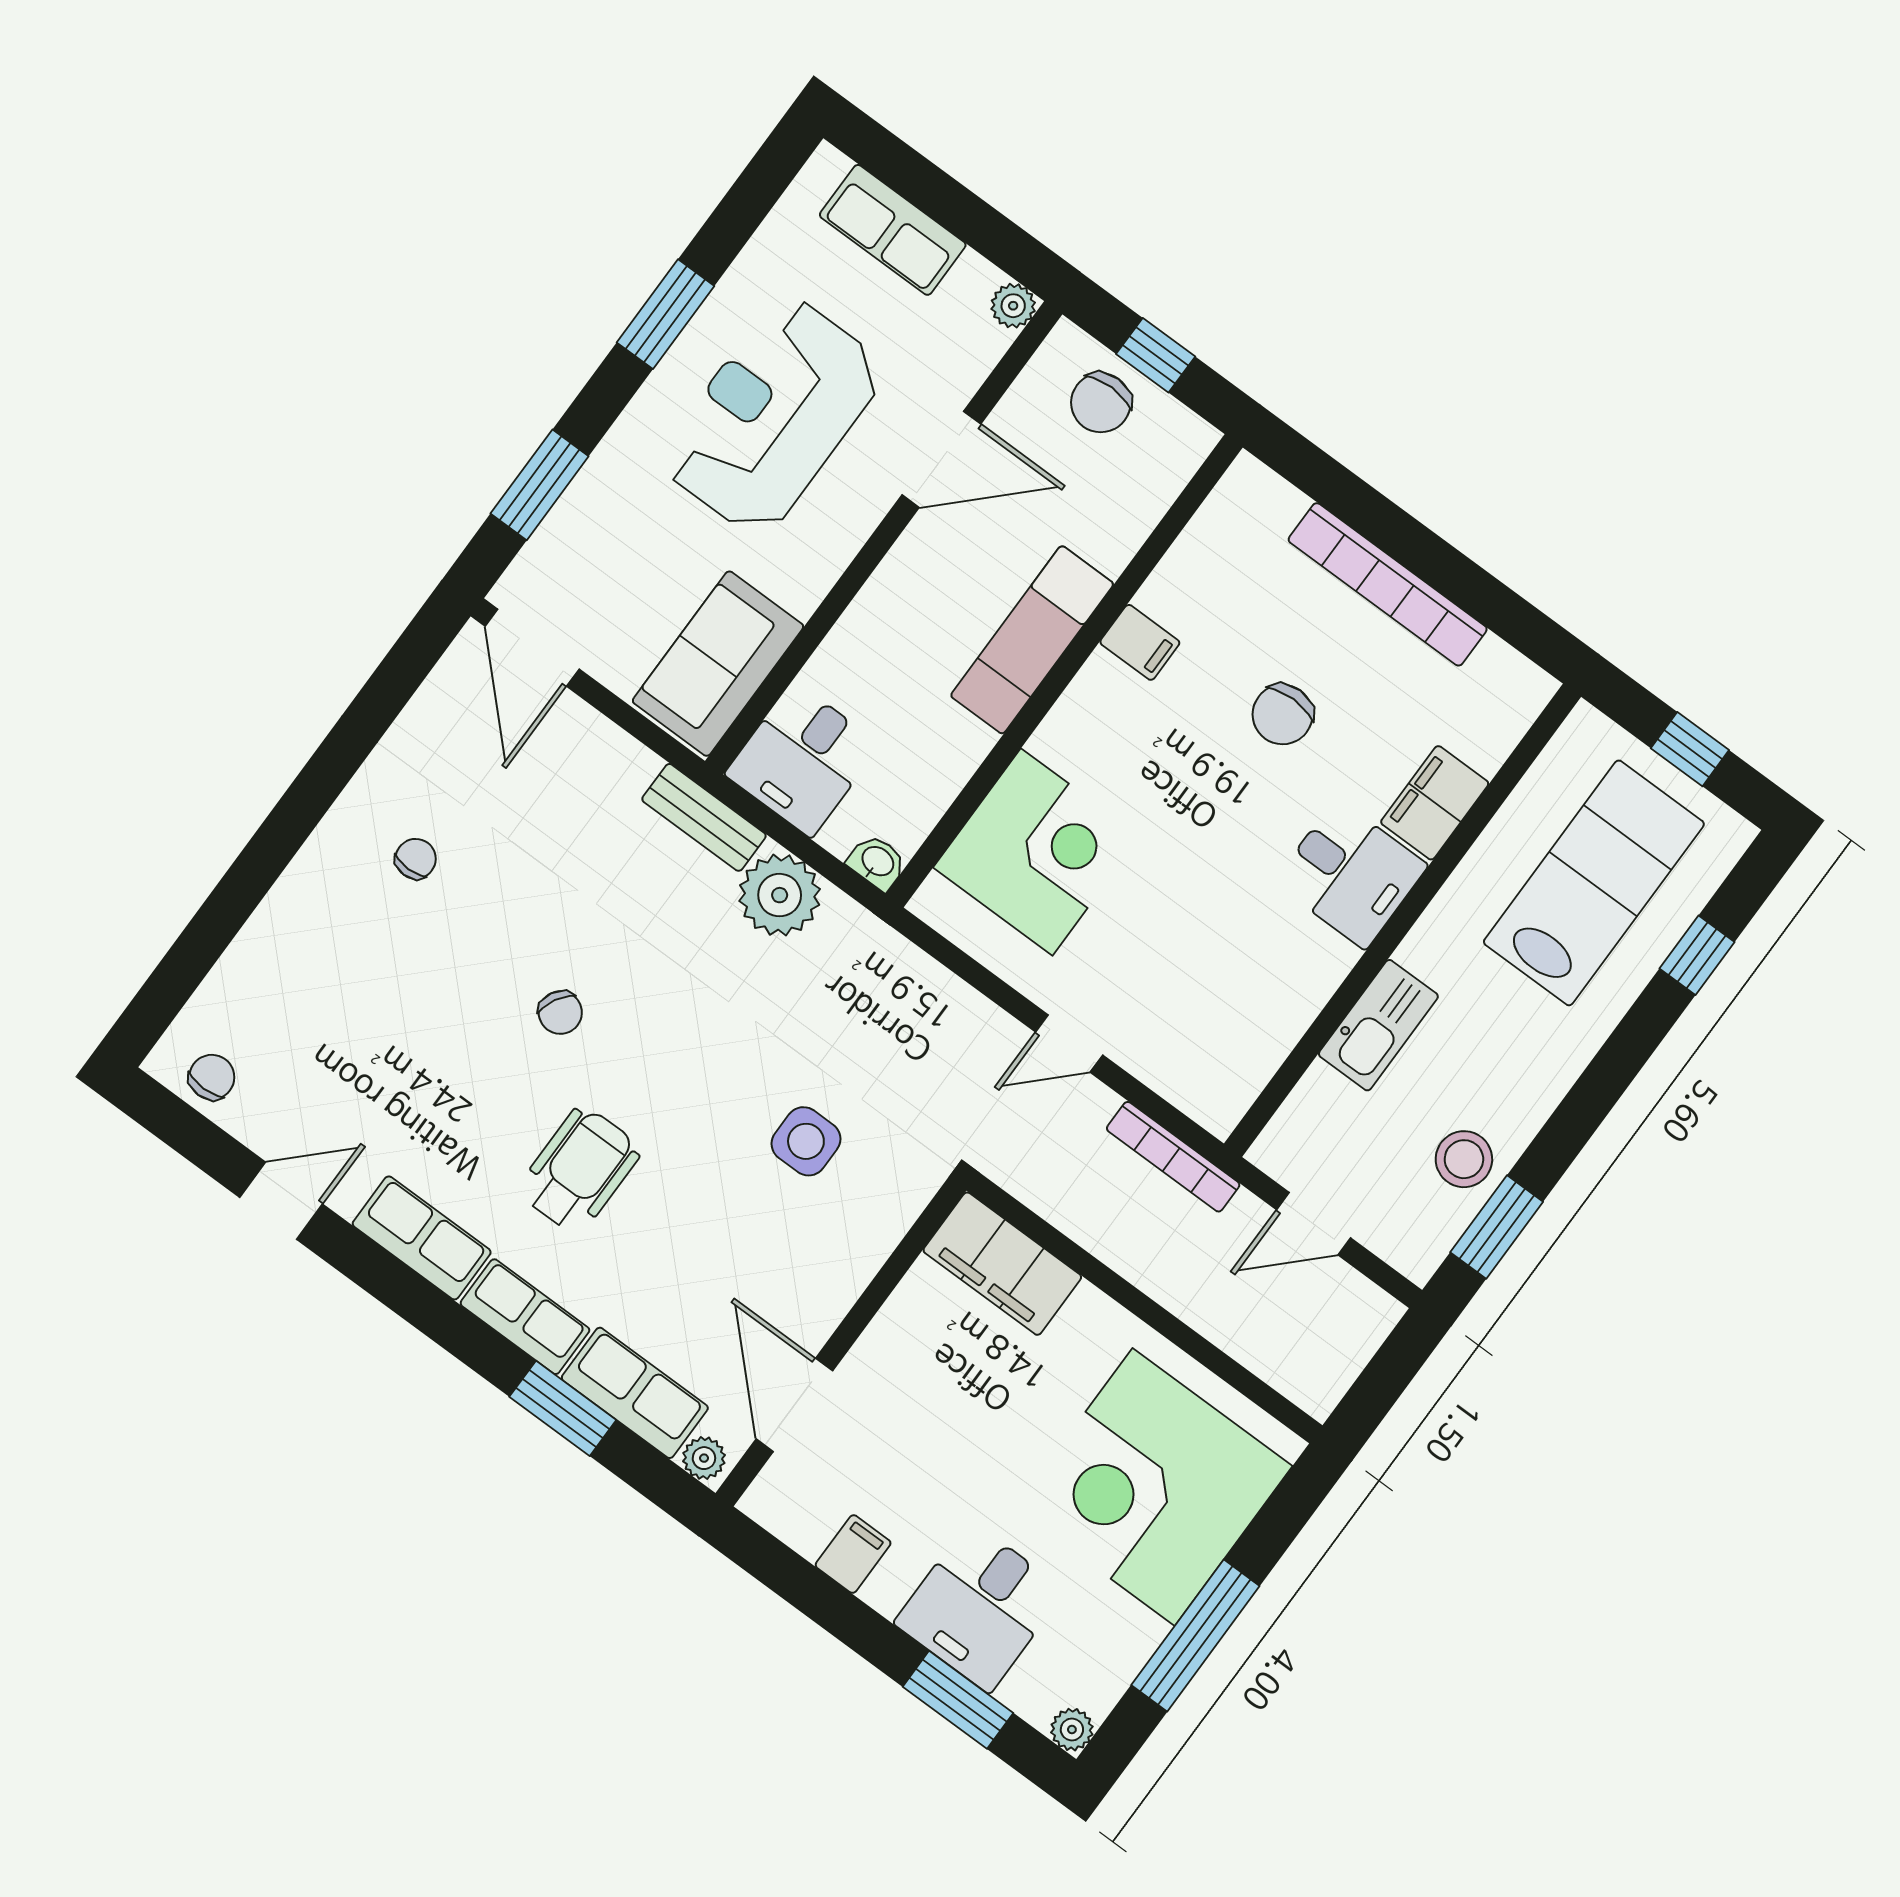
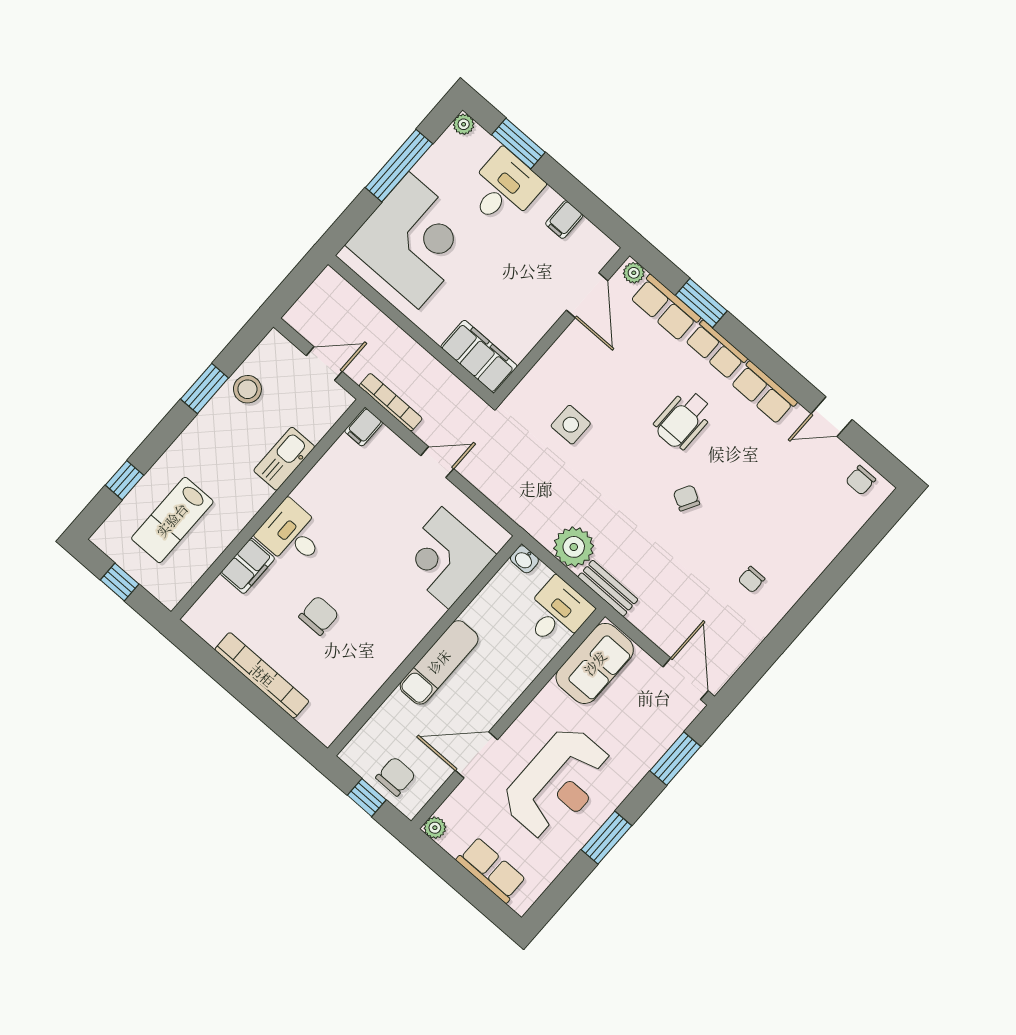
filing cabinet: (1140, 642) -> (364, 427), moved, turned -90
lab bench: (1594, 883) -> (172, 520), width x0.73, depth x0.72
window: (1497, 1227) -> (205, 388), moved

